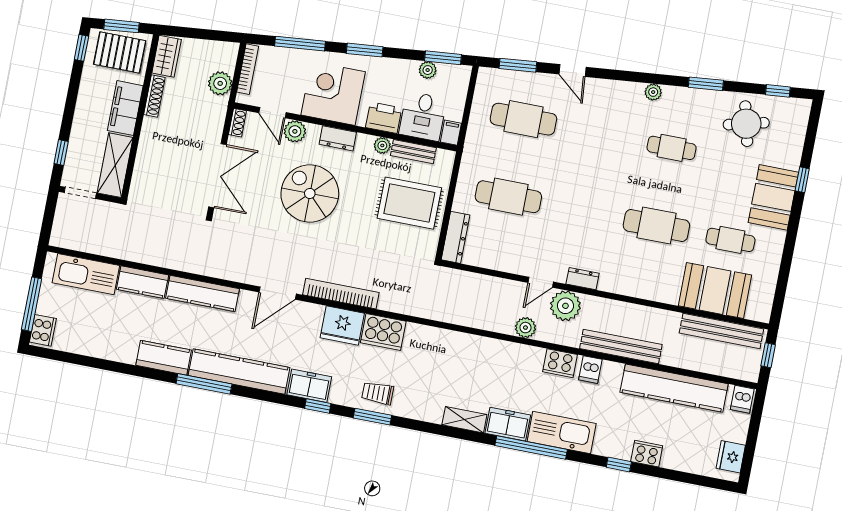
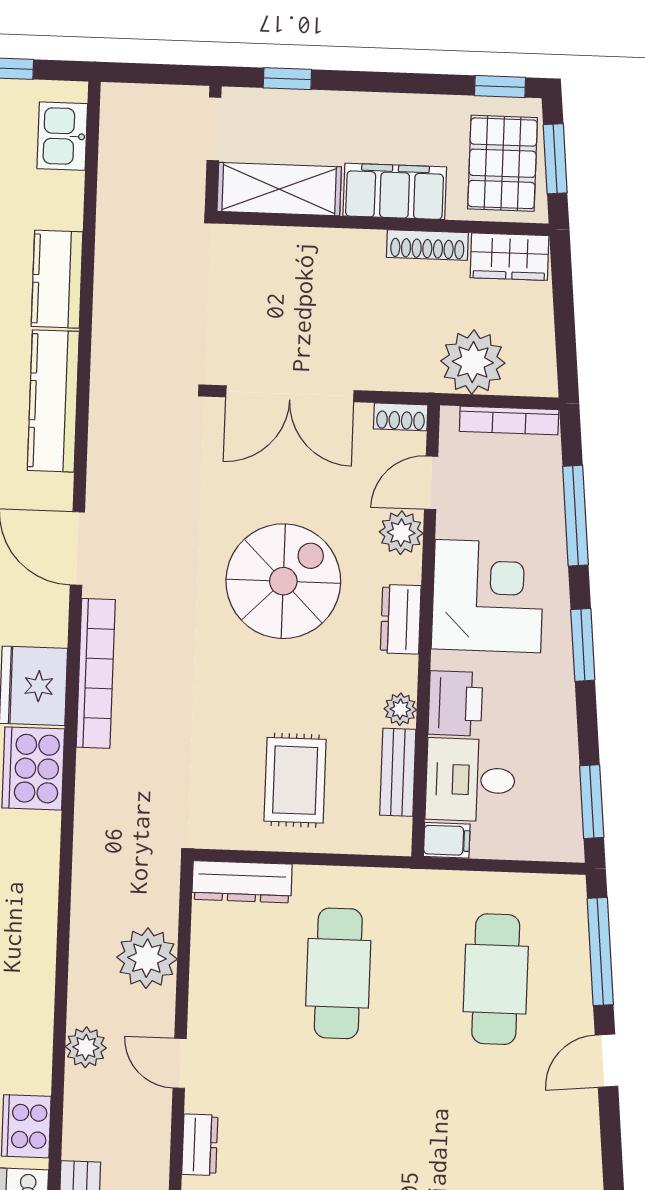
window: (518, 65) -> (600, 951), width x1.44
plant: (428, 70) -> (563, 775), removed
plant: (220, 83) -> (473, 362), width x1.36, depth x1.36
rug: (409, 203) -> (295, 780), width x0.73, depth x0.70
kitchen sink: (86, 274) -> (62, 136), width x0.53, depth x0.81
plant: (565, 306) -> (147, 958), moved

